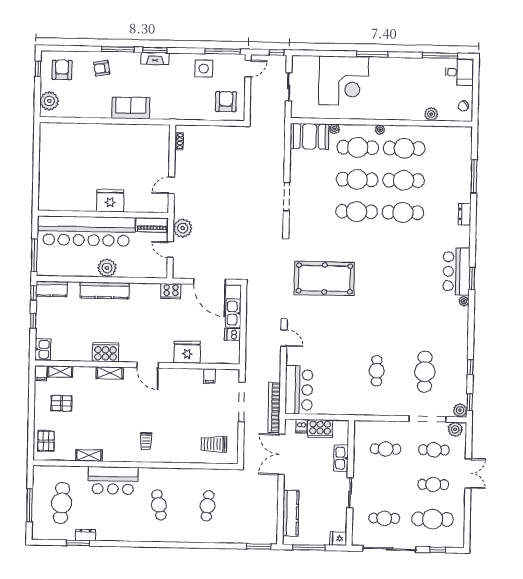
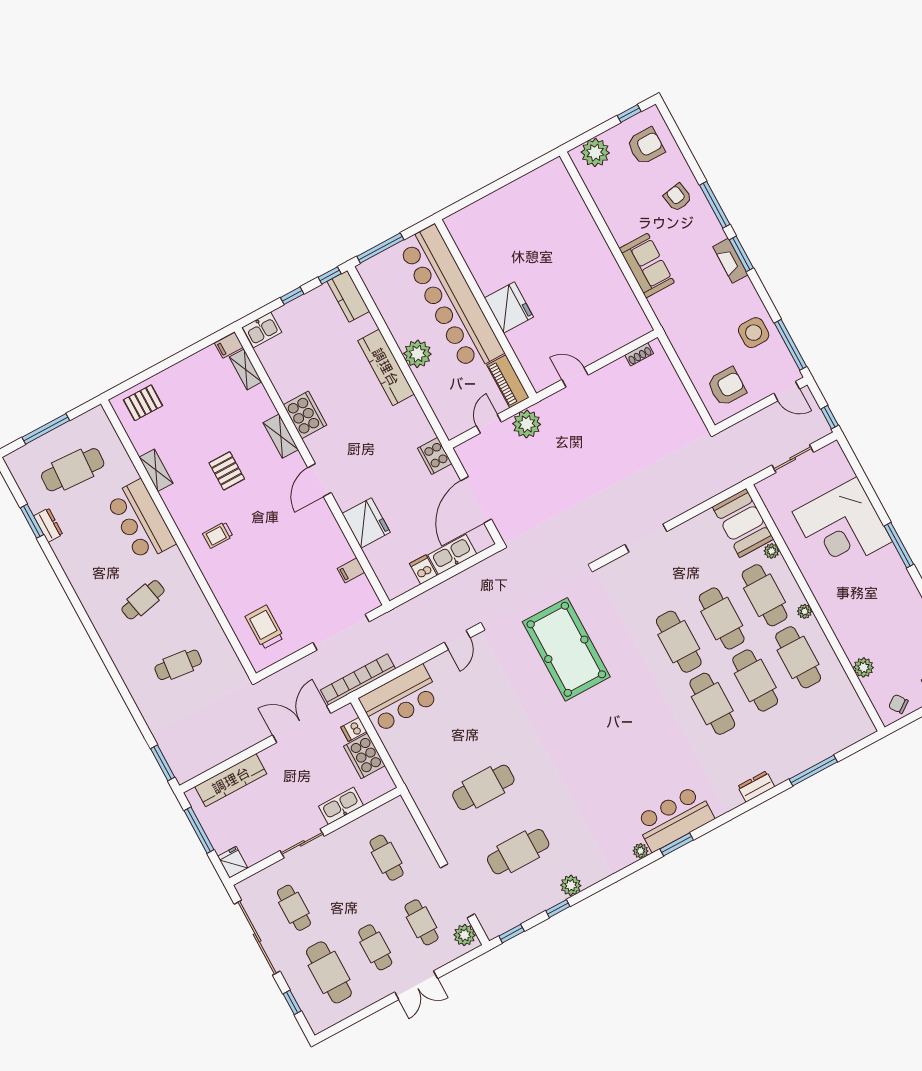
cafe table: (377, 371) -> (483, 787), width x1.37, depth x1.35
pallet: (62, 403) -> (227, 471), moved
plant: (460, 410) -> (571, 885), moved

